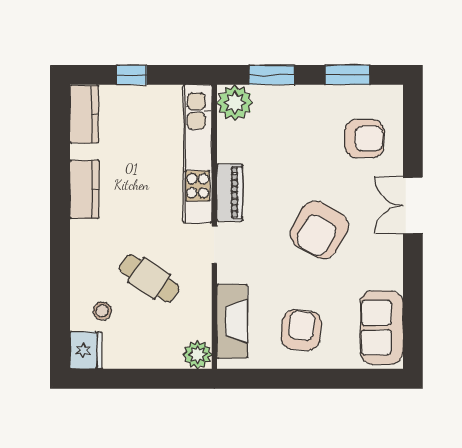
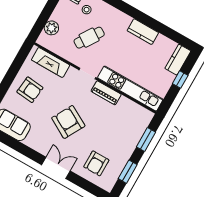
plant: (235, 103) -> (143, 117), removed
kitchen counter: (84, 114) -> (178, 60), moved, turned 90
plant: (198, 355) -> (51, 28), moved

